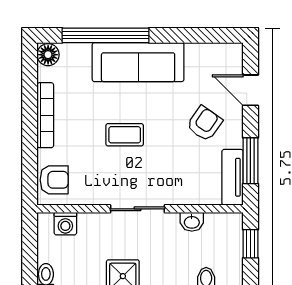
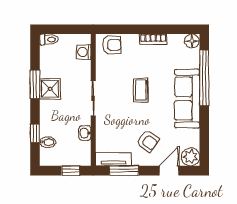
plant: (229, 57) -> (190, 157), added
bookcase: (45, 115) -> (153, 39), width x0.64
armchair: (54, 180) -> (112, 45), turned -90

